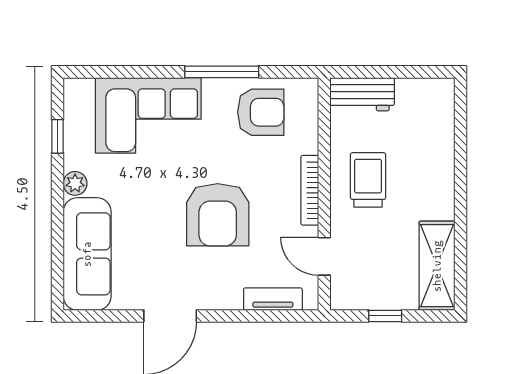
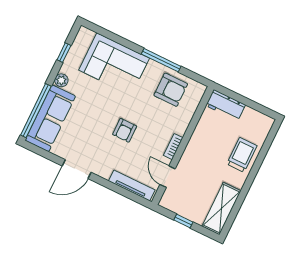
trolley: (368, 180) -> (242, 155), moved
bookcase: (310, 190) -> (173, 147), width x0.64
armchair: (218, 215) -> (125, 130), width x0.53, depth x0.53
window: (58, 253) -> (36, 111), added
tv unit: (273, 299) -> (132, 186), width x1.41

